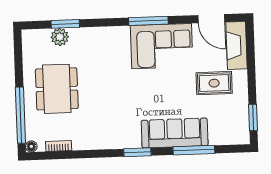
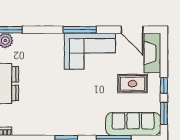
window: (252, 84) -> (164, 85), added
sofa: (175, 133) -> (133, 124), moved

